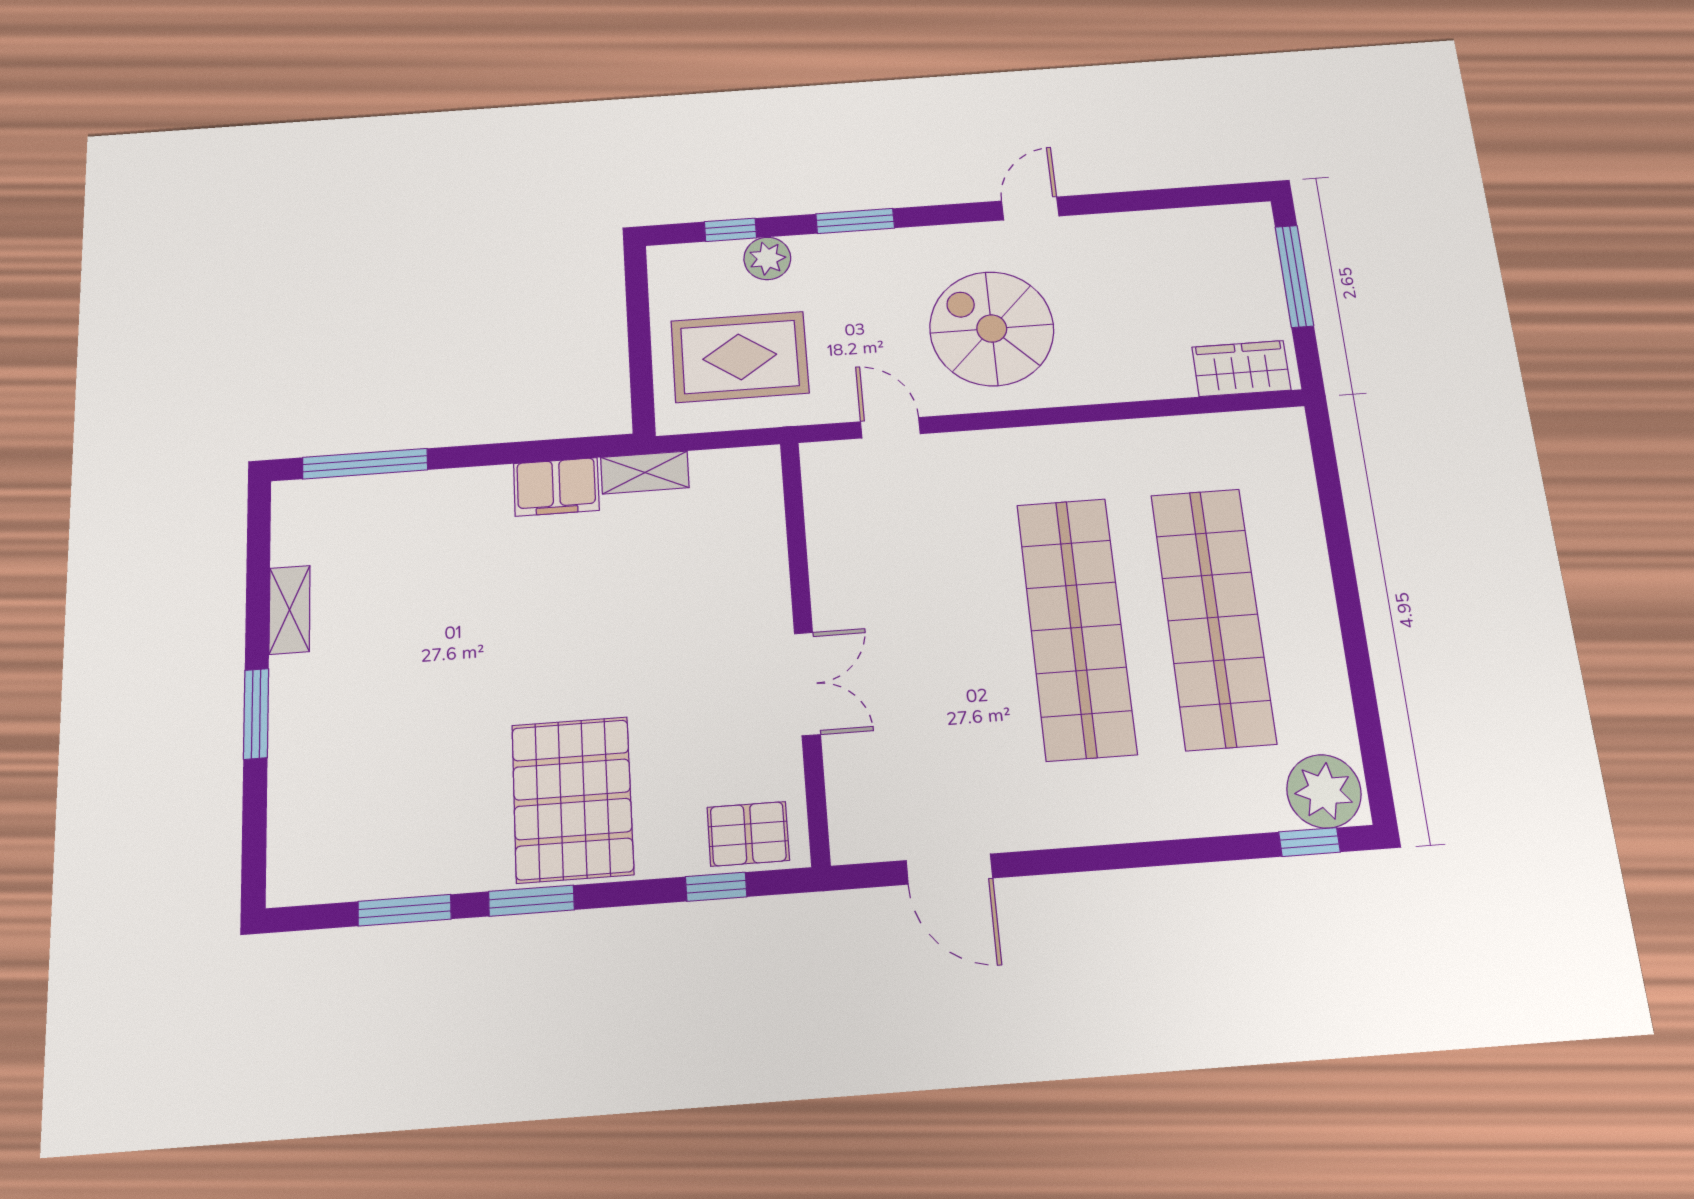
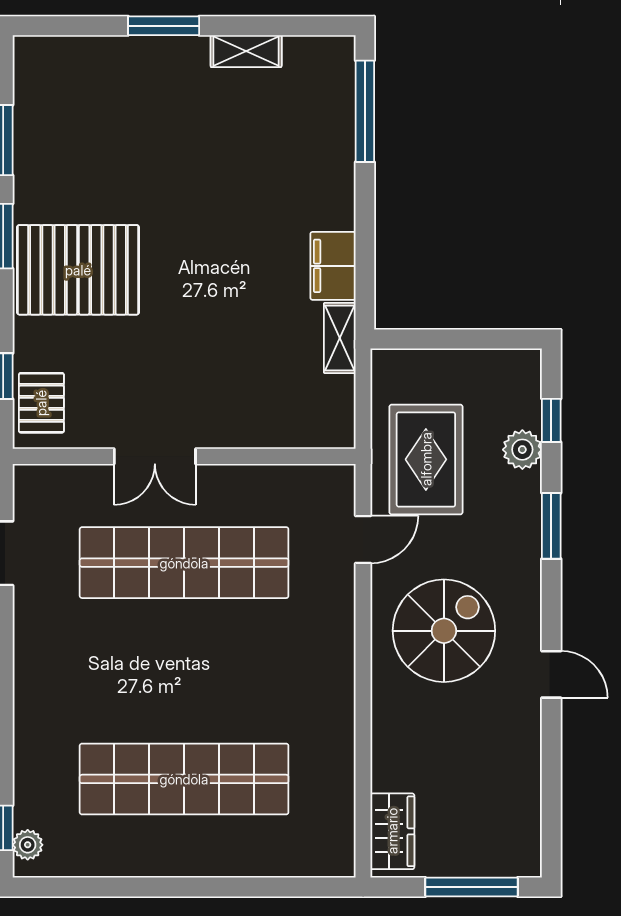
rug: (740, 357) -> (426, 459), moved
shop shelf: (1076, 628) -> (184, 563), moved
plant: (1324, 791) -> (28, 845), width x0.53, depth x0.53

